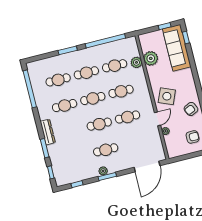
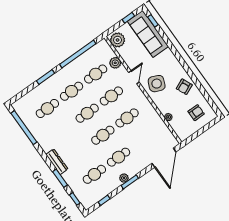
plant: (151, 58) -> (118, 40), moved
cafe table: (65, 106) -> (94, 174), moved
door: (157, 119) -> (134, 77), moved

